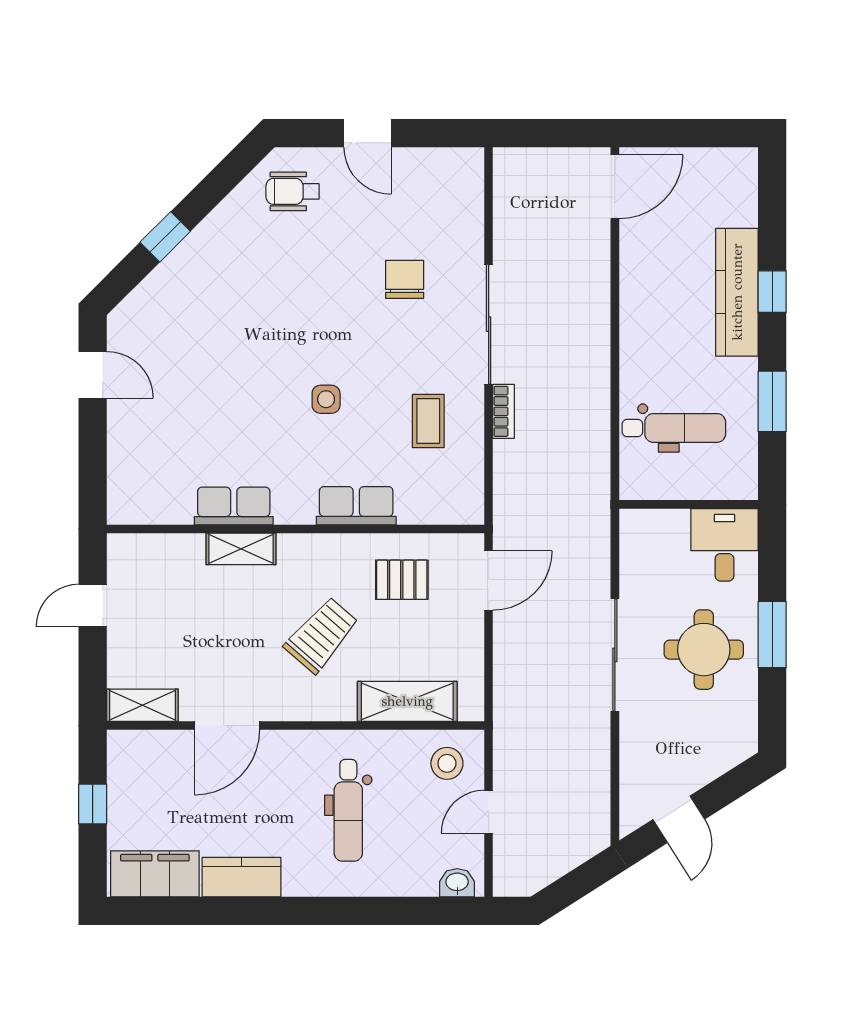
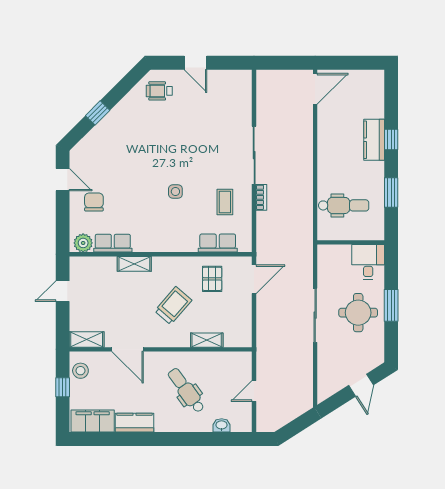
chair: (405, 279) -> (94, 202), moved
kitchen counter: (737, 292) -> (374, 140), width x0.67
plant: (135, 506) -> (83, 243), added
row of seats: (234, 506) -> (113, 243), moved
row of seats: (356, 506) -> (218, 243), moved
pallet: (402, 580) -> (212, 279), turned 90
shelving: (407, 701) -> (207, 340), width x0.67, depth x0.75
door: (227, 726) -> (128, 349), hinge flipped
stool: (447, 763) -> (80, 371), moved
dental chair: (348, 810) -> (186, 390), turned 144
door: (679, 819) -> (361, 385), moved
washbasin: (457, 883) -> (222, 425), moved

